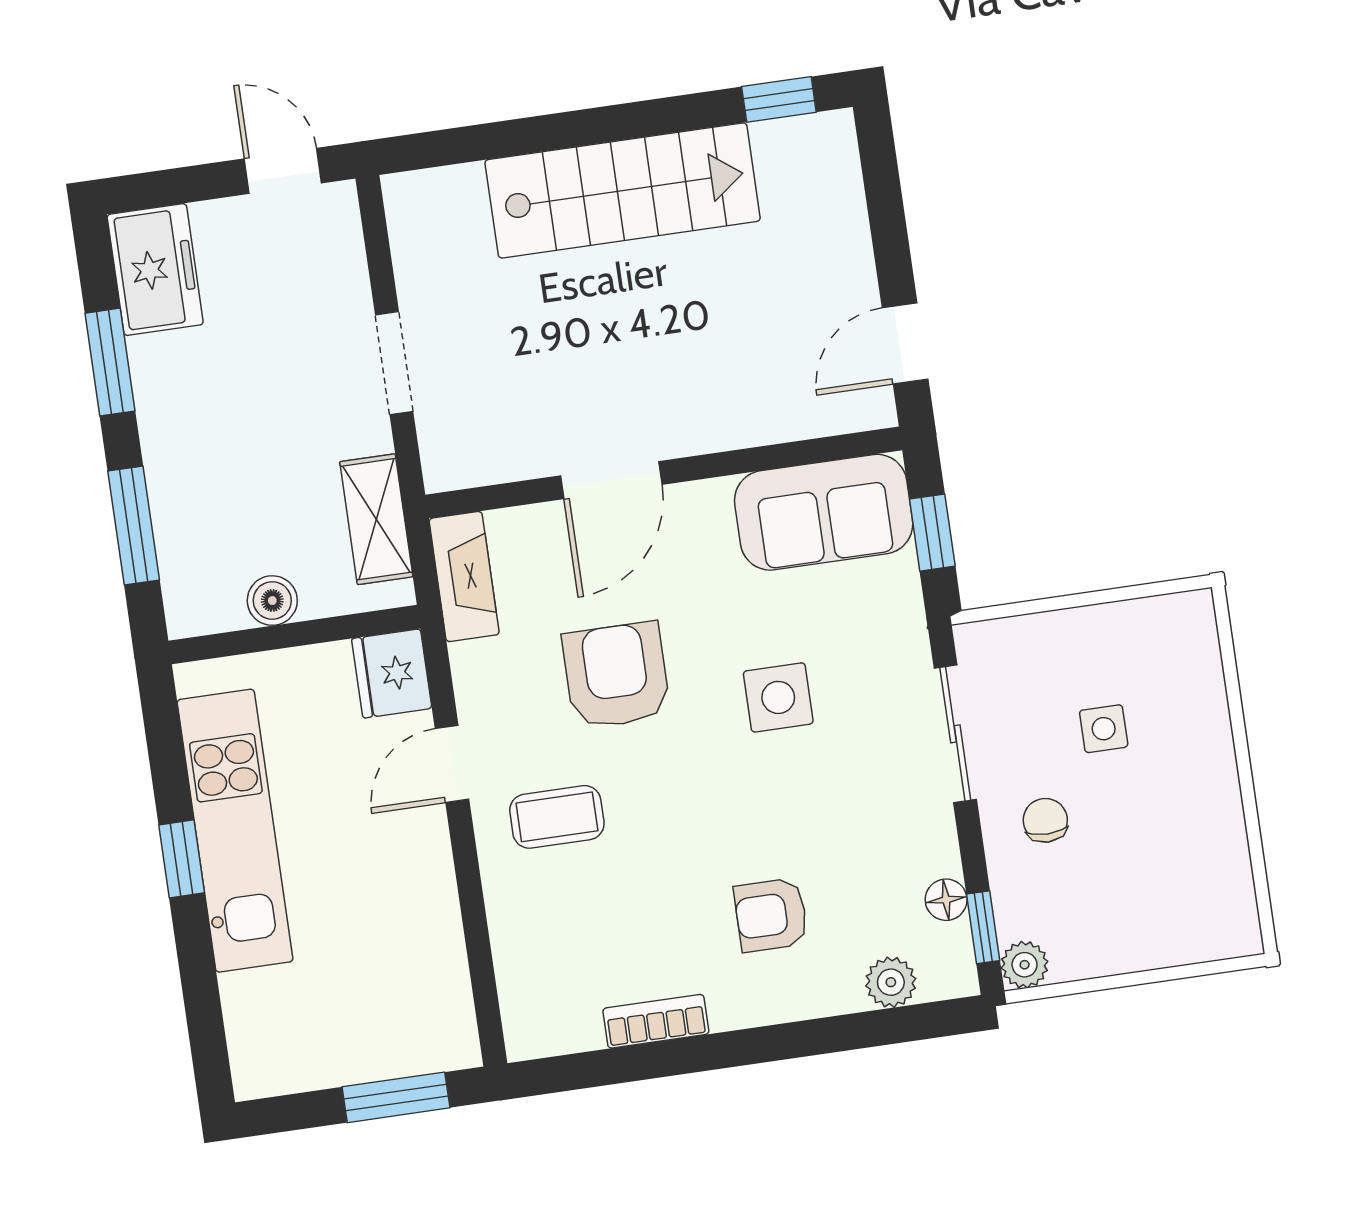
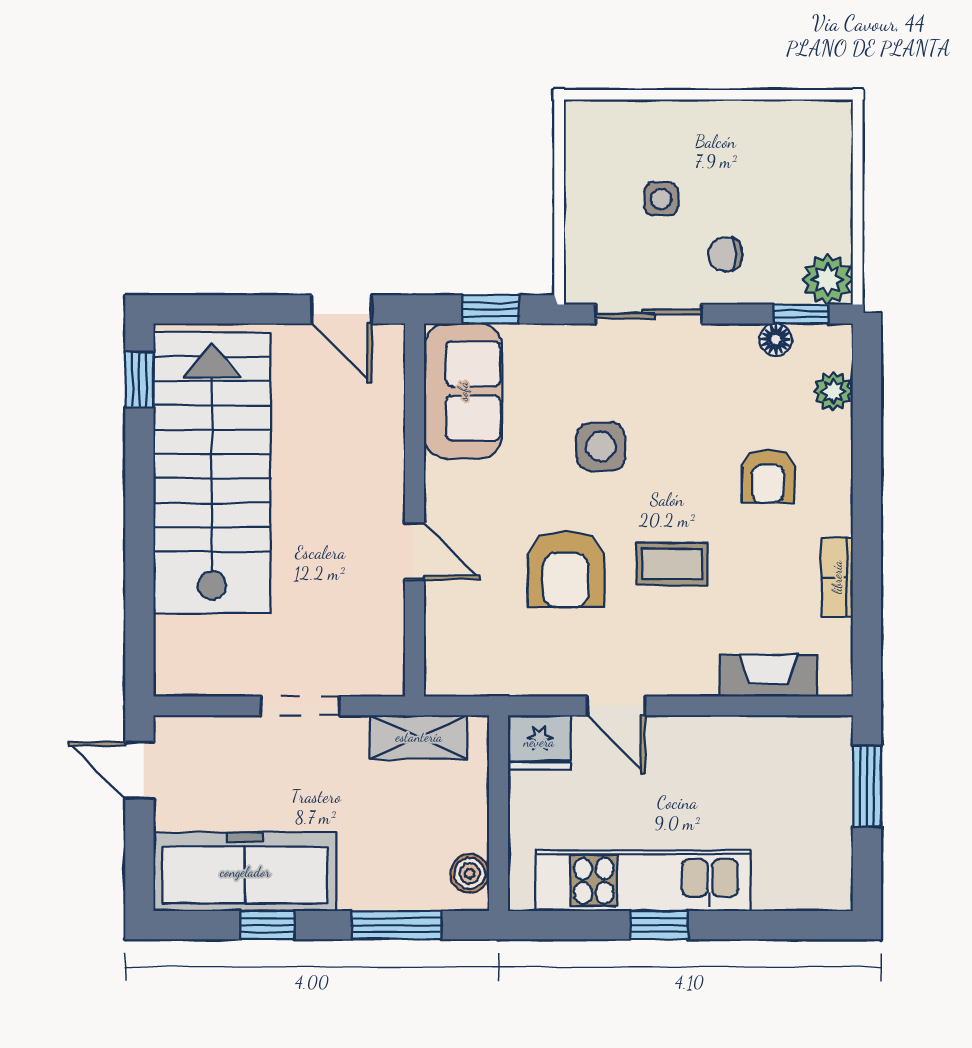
door: (283, 171) -> (139, 770), hinge flipped
stairs: (623, 190) -> (212, 473), width x1.36, depth x1.51
freezer: (155, 270) -> (245, 872), width x1.91, depth x1.26
window: (110, 362) -> (268, 925), width x0.67
door: (611, 480) -> (415, 551), width x0.73
fireplace: (464, 577) -> (768, 676), moved
boiler: (272, 601) -> (470, 873), moved
armchair: (616, 675) -> (566, 569), turned -90
coffee table: (557, 817) -> (672, 564), moved, turned 90
plant: (1025, 965) -> (828, 279), width x1.38, depth x1.38

